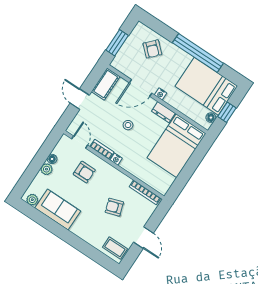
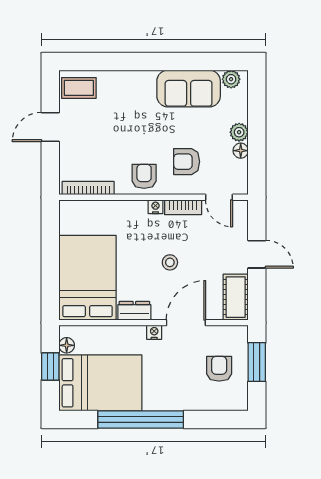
armchair: (152, 49) -> (219, 369), moved, turned 47
armchair: (114, 207) -> (144, 176), moved, turned -72
door: (144, 238) -> (50, 127), hinge flipped

